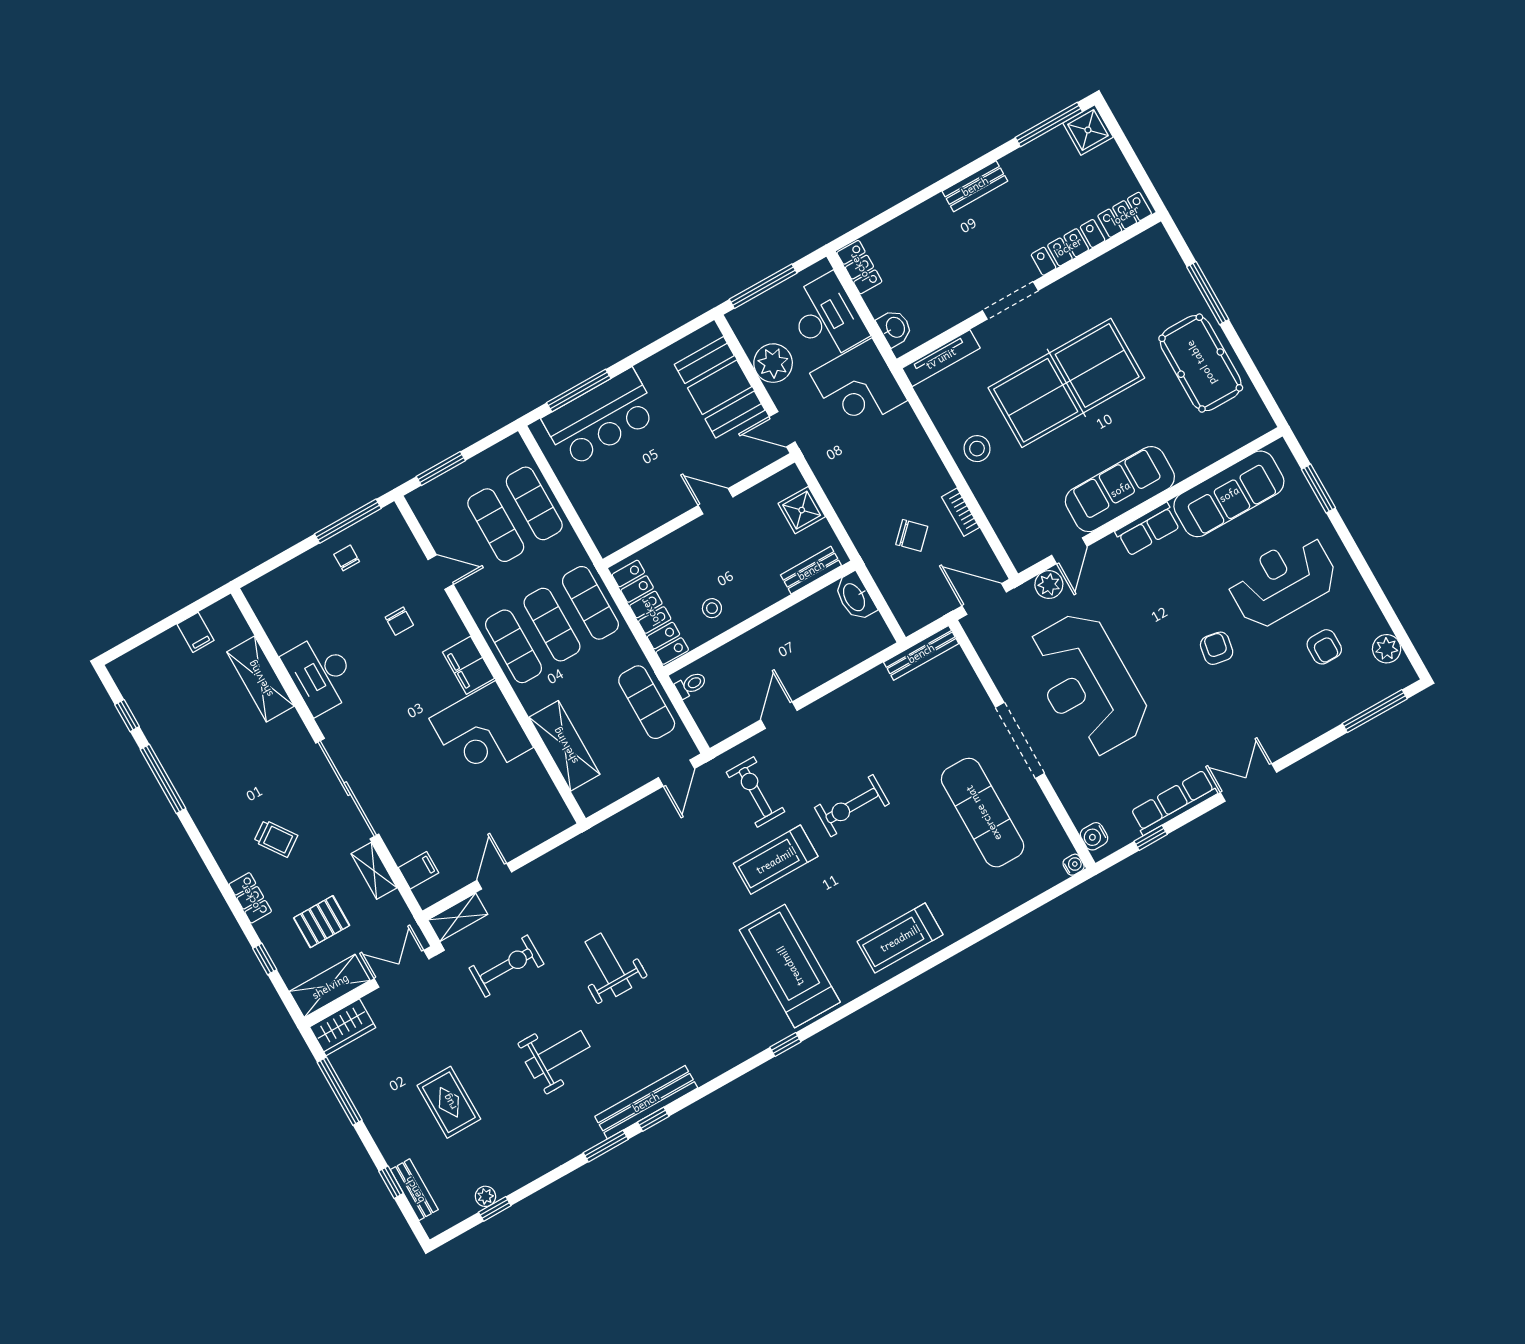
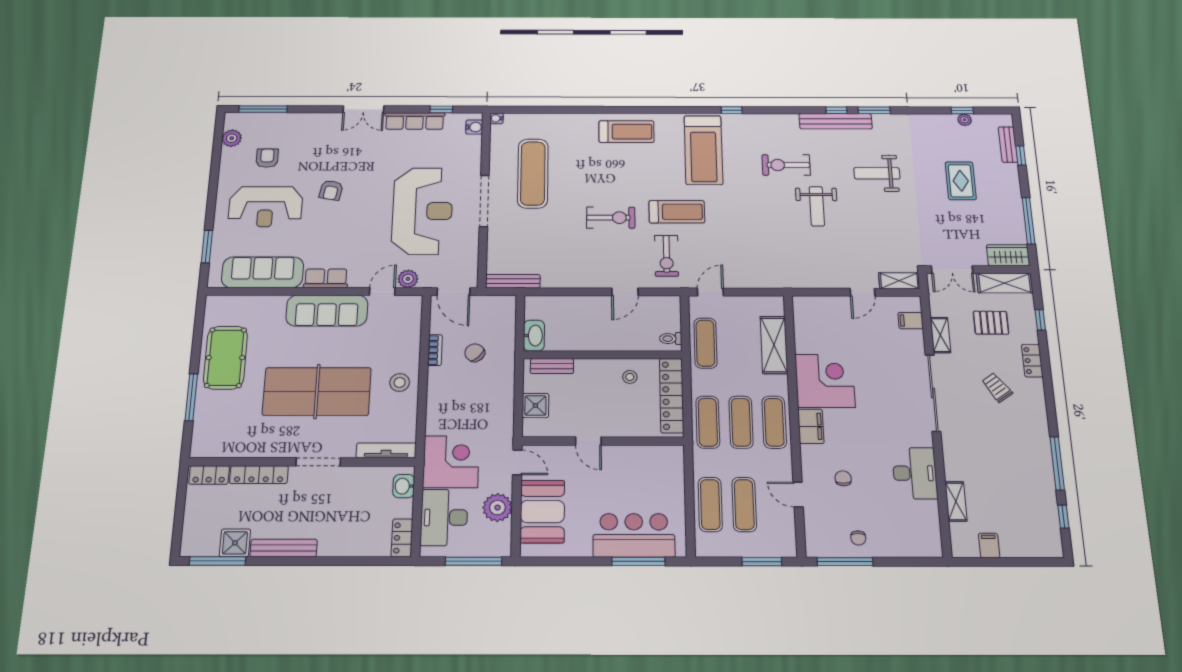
shower: (1088, 130) -> (235, 543), moved
bench: (975, 186) -> (284, 548), width x1.36
shelving: (260, 679) -> (956, 501), width x0.67, depth x0.75
exercise bike: (506, 966) -> (786, 165), moved

